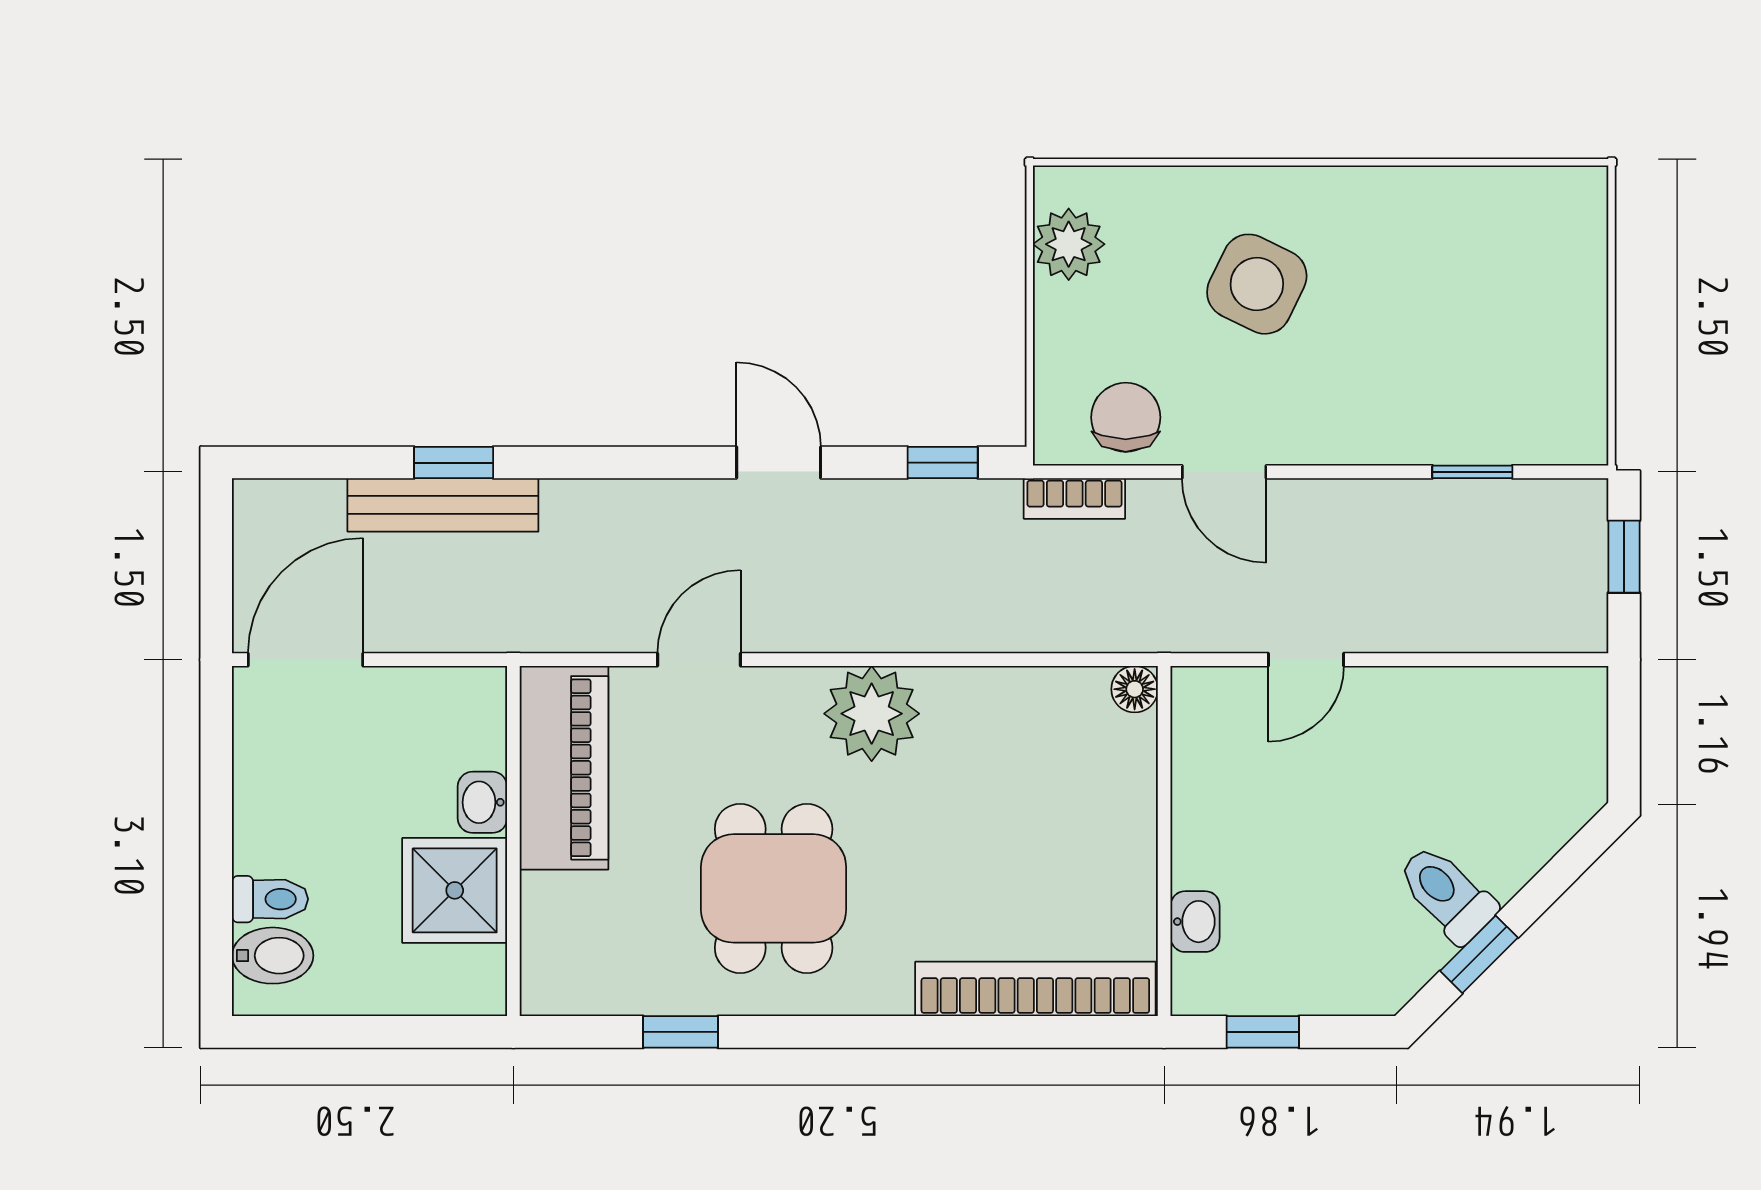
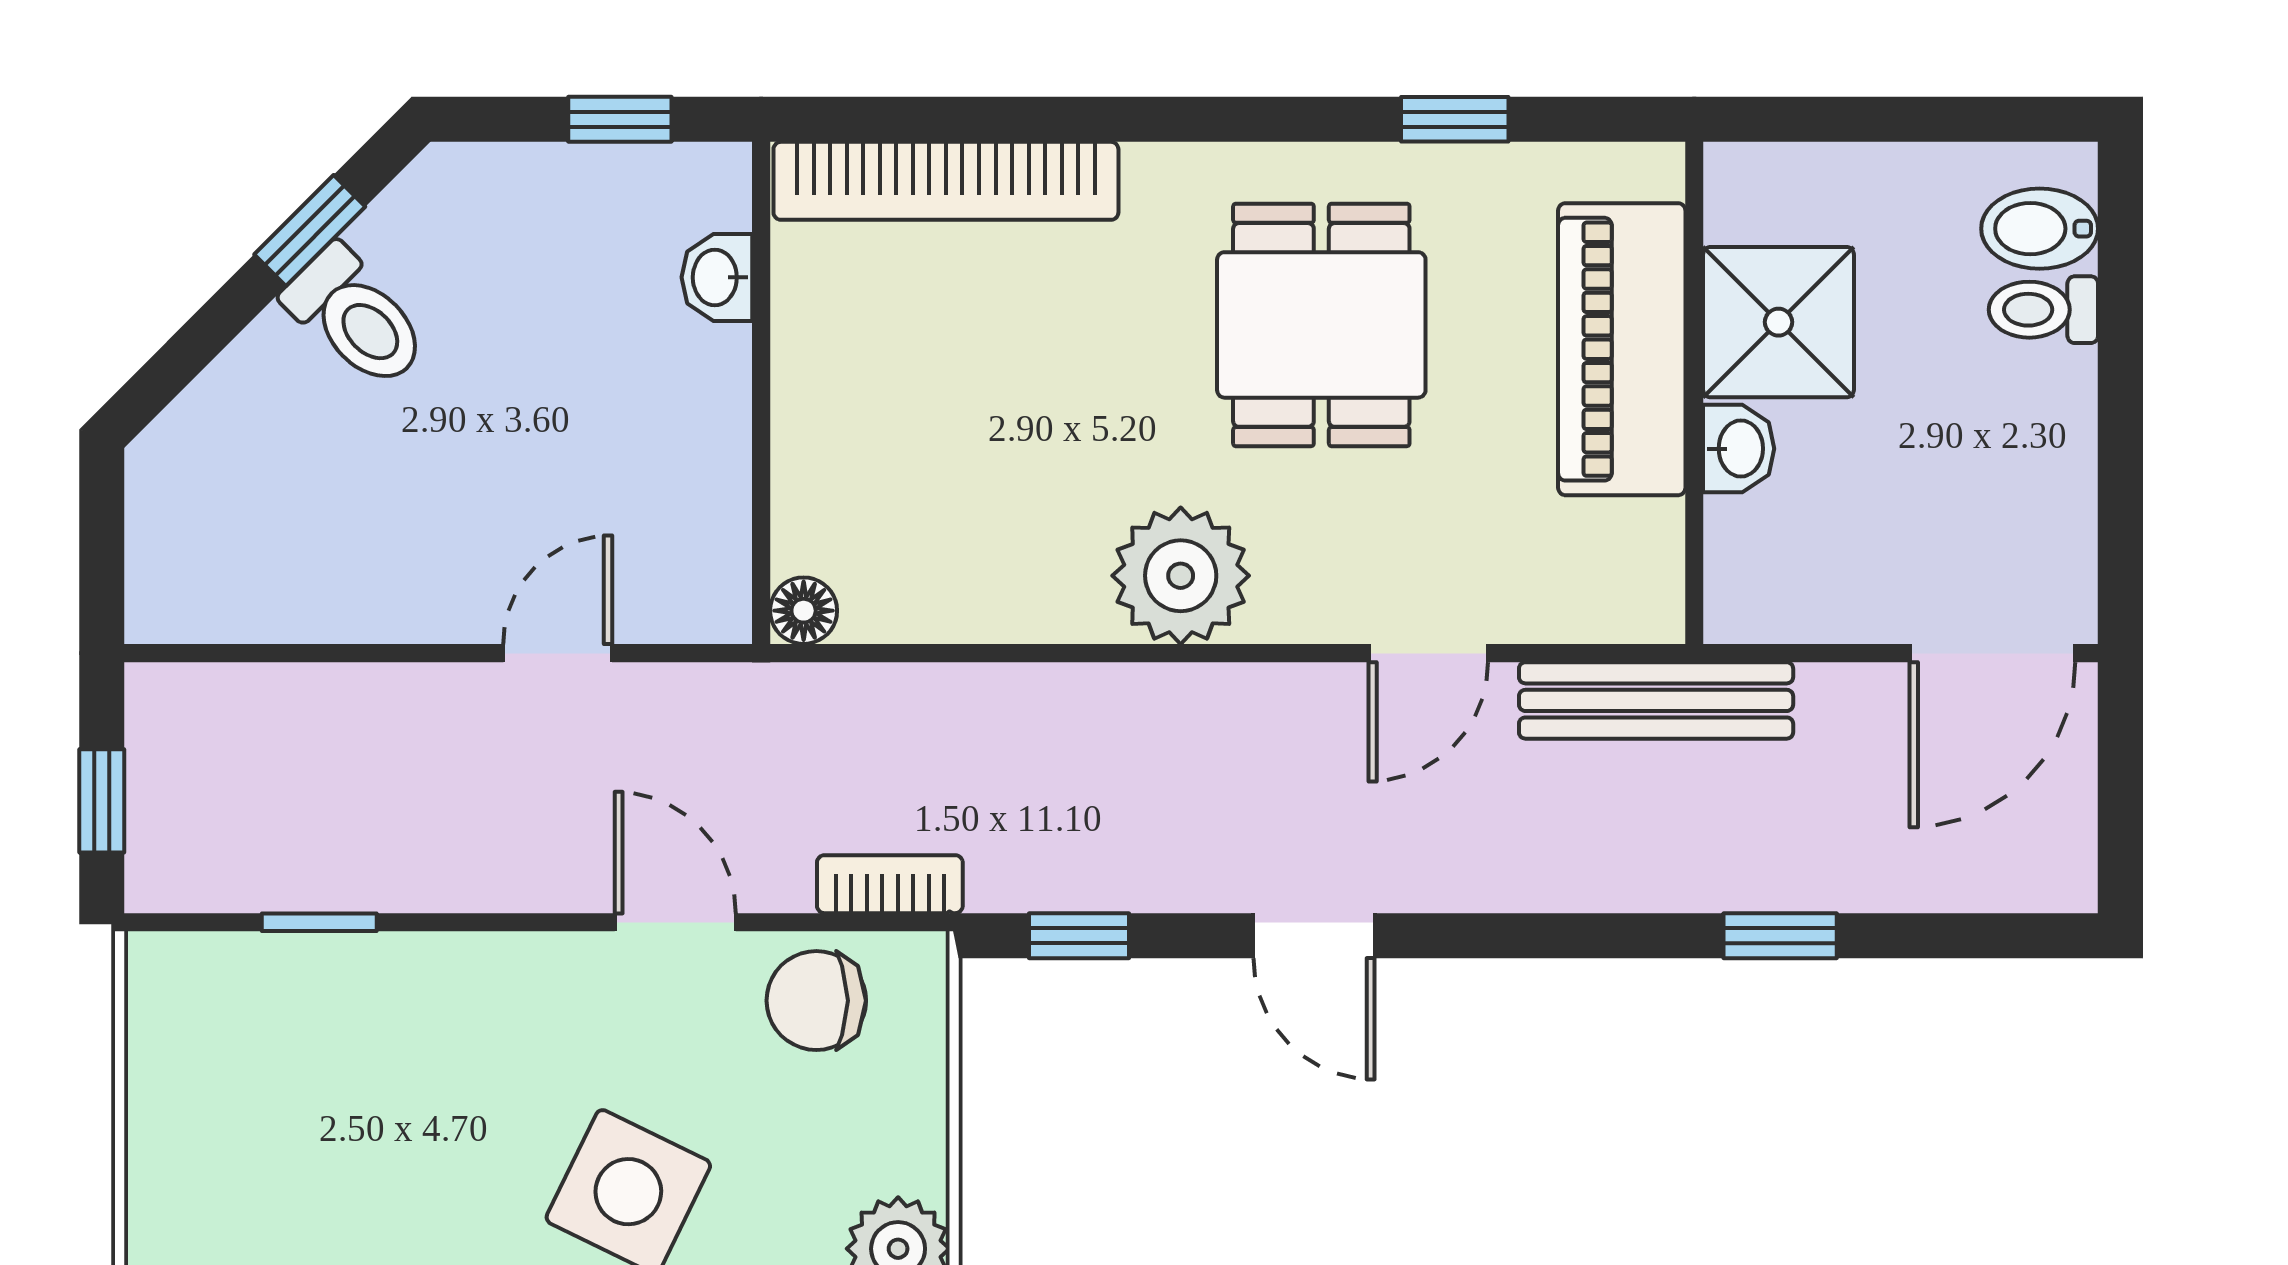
chair: (1126, 417) -> (816, 1001), turned 90
bench: (443, 505) -> (1656, 700), moved
piano: (564, 768) -> (1622, 349), moved

